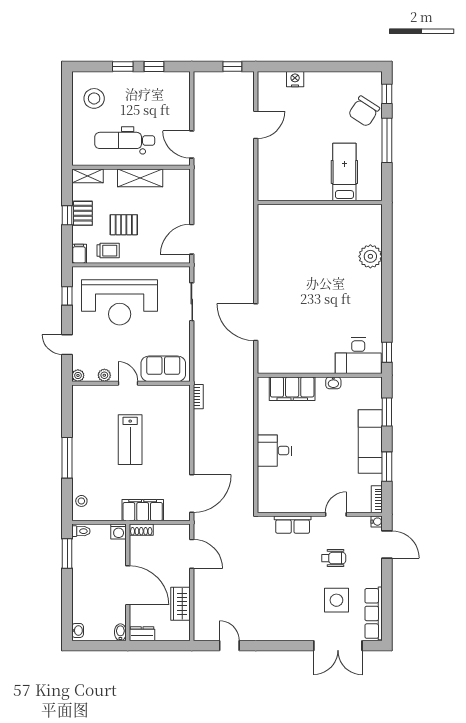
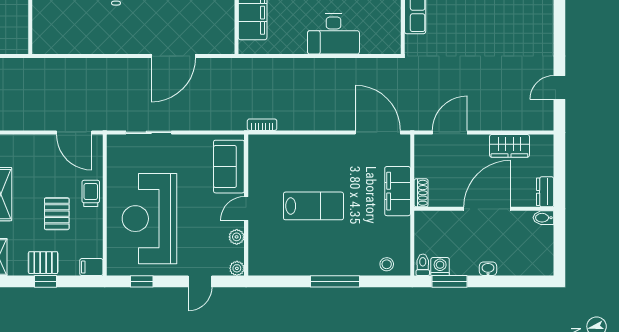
trolley: (108, 251) -> (91, 193), moved
reception desk: (120, 302) -> (149, 219), turned 180
desk: (274, 451) -> (333, 34), width x1.37
washing machine: (119, 532) -> (440, 267), moved, turned -90
washbasin: (78, 630) -> (488, 269), moved

